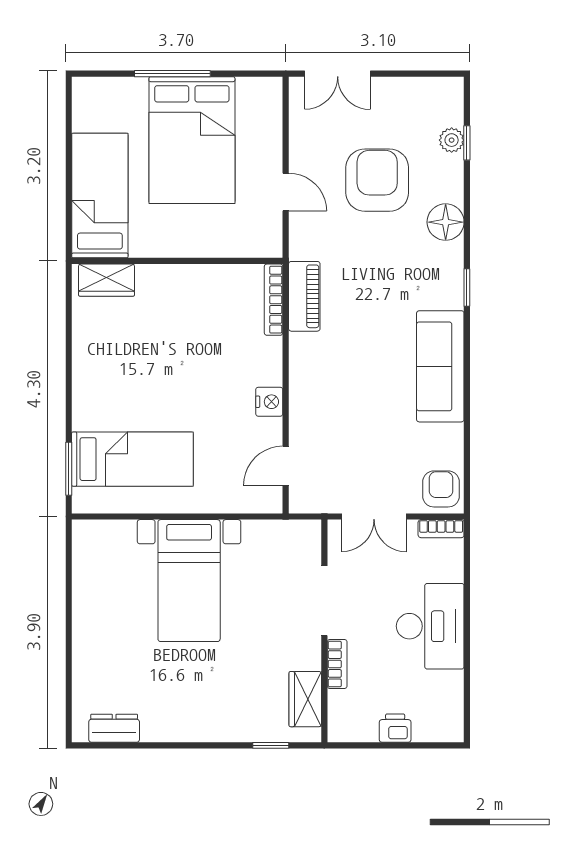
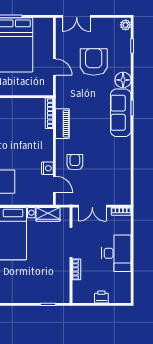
plant: (452, 140) -> (126, 25), moved
piano: (304, 296) -> (62, 124), moved
sofa: (440, 366) -> (121, 113), moved
nightstand: (269, 402) -> (47, 168), moved
door: (286, 466) -> (54, 184), swing flipped
armchair: (441, 489) -> (75, 162), moved
wardrobe: (305, 699) -> (48, 214), moved, turned -90

